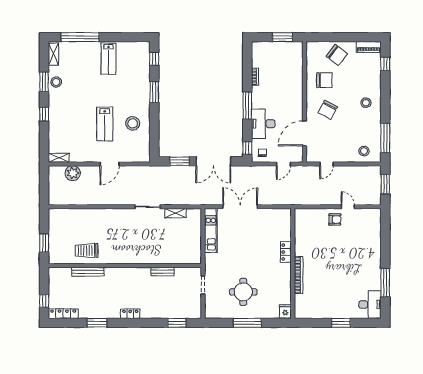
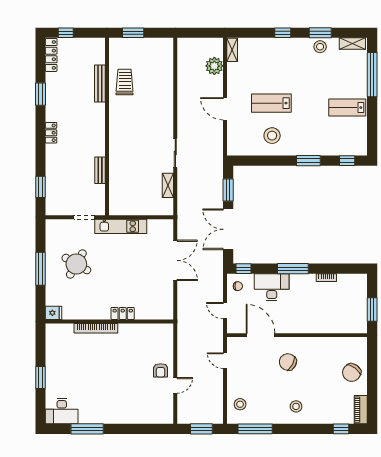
chair: (324, 80) -> (322, 358), removed
kitchen unit: (211, 231) -> (121, 226), moved
round table: (243, 292) -> (76, 264), turned 30

